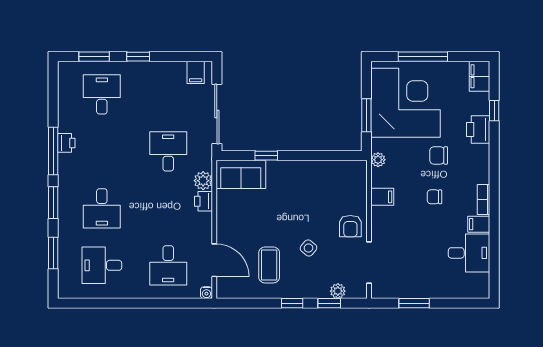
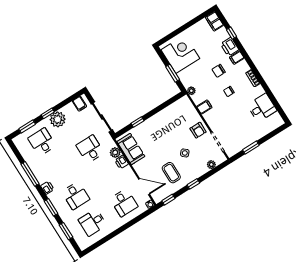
window: (423, 57) -> (182, 29), removed
plant: (147, 75) -> (58, 119), added
corner desk: (405, 103) -> (180, 54), width x0.74, depth x0.74
printer: (66, 143) -> (47, 188), moved
window: (53, 151) -> (30, 174), moved
sofa: (241, 174) -> (131, 149), moved, turned -90
filing cabinet: (479, 224) -> (237, 58), moved
window: (329, 303) -> (168, 200), moved

